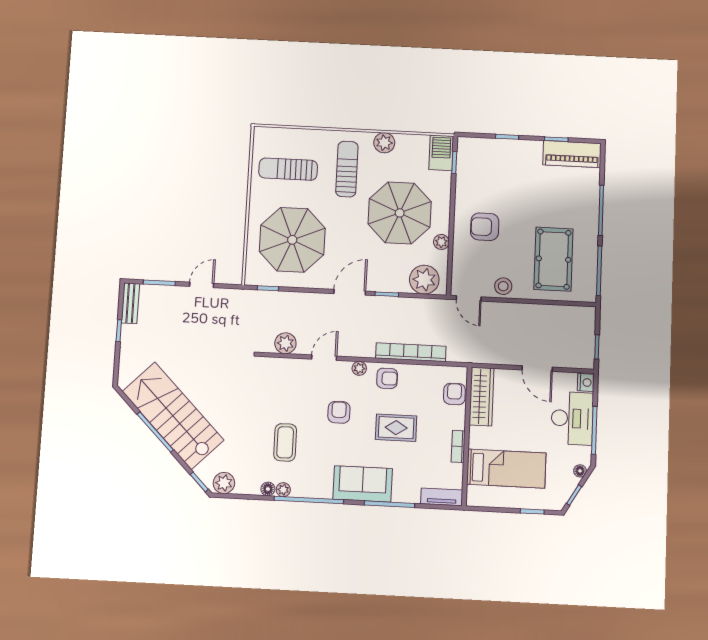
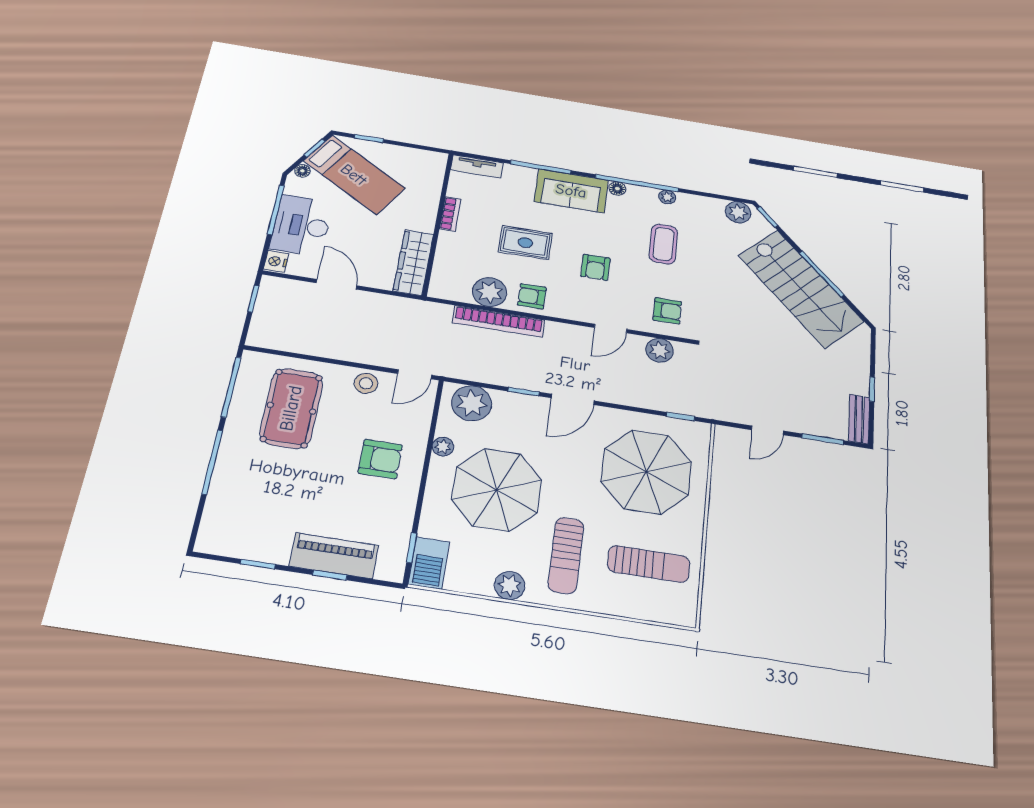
piano: (572, 154) -> (334, 556), moved
door: (469, 298) -> (415, 374), swing flipped
plant: (359, 368) -> (490, 292), moved, width x1.87, depth x1.87
armchair: (454, 394) -> (667, 311), moved, turned -90
bed: (506, 469) -> (354, 175), moved, turned -149
floor lamp: (268, 489) -> (617, 189), moved

